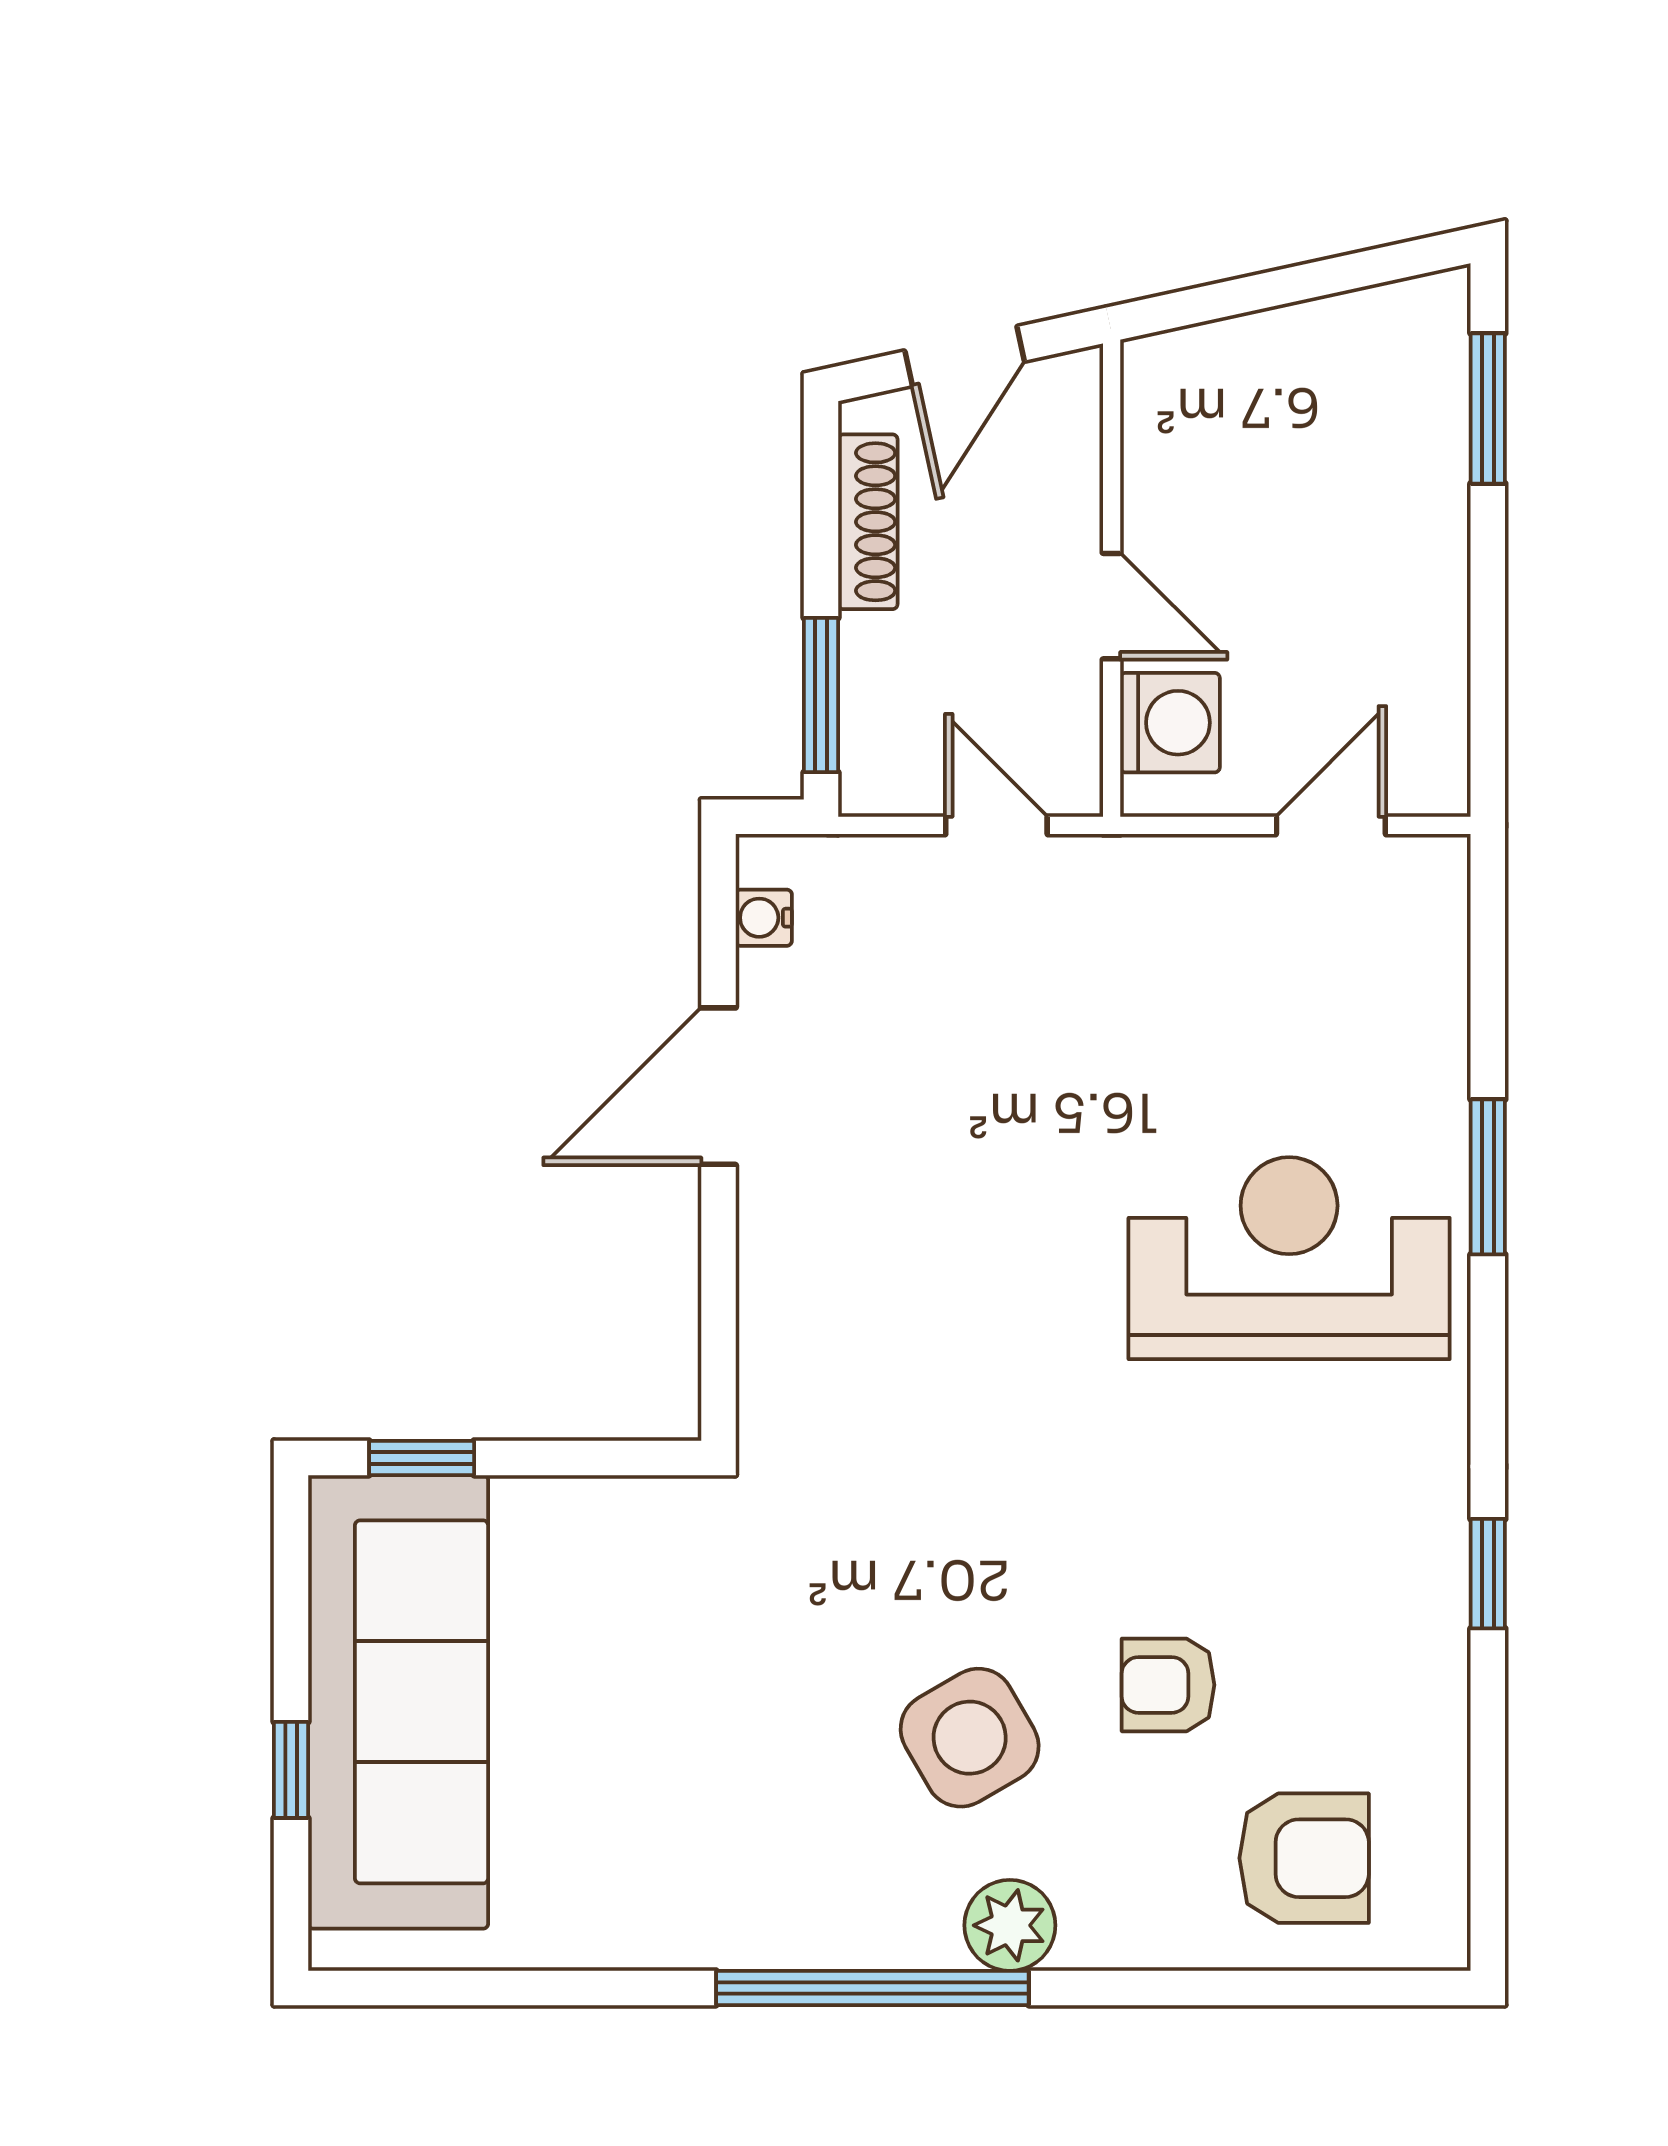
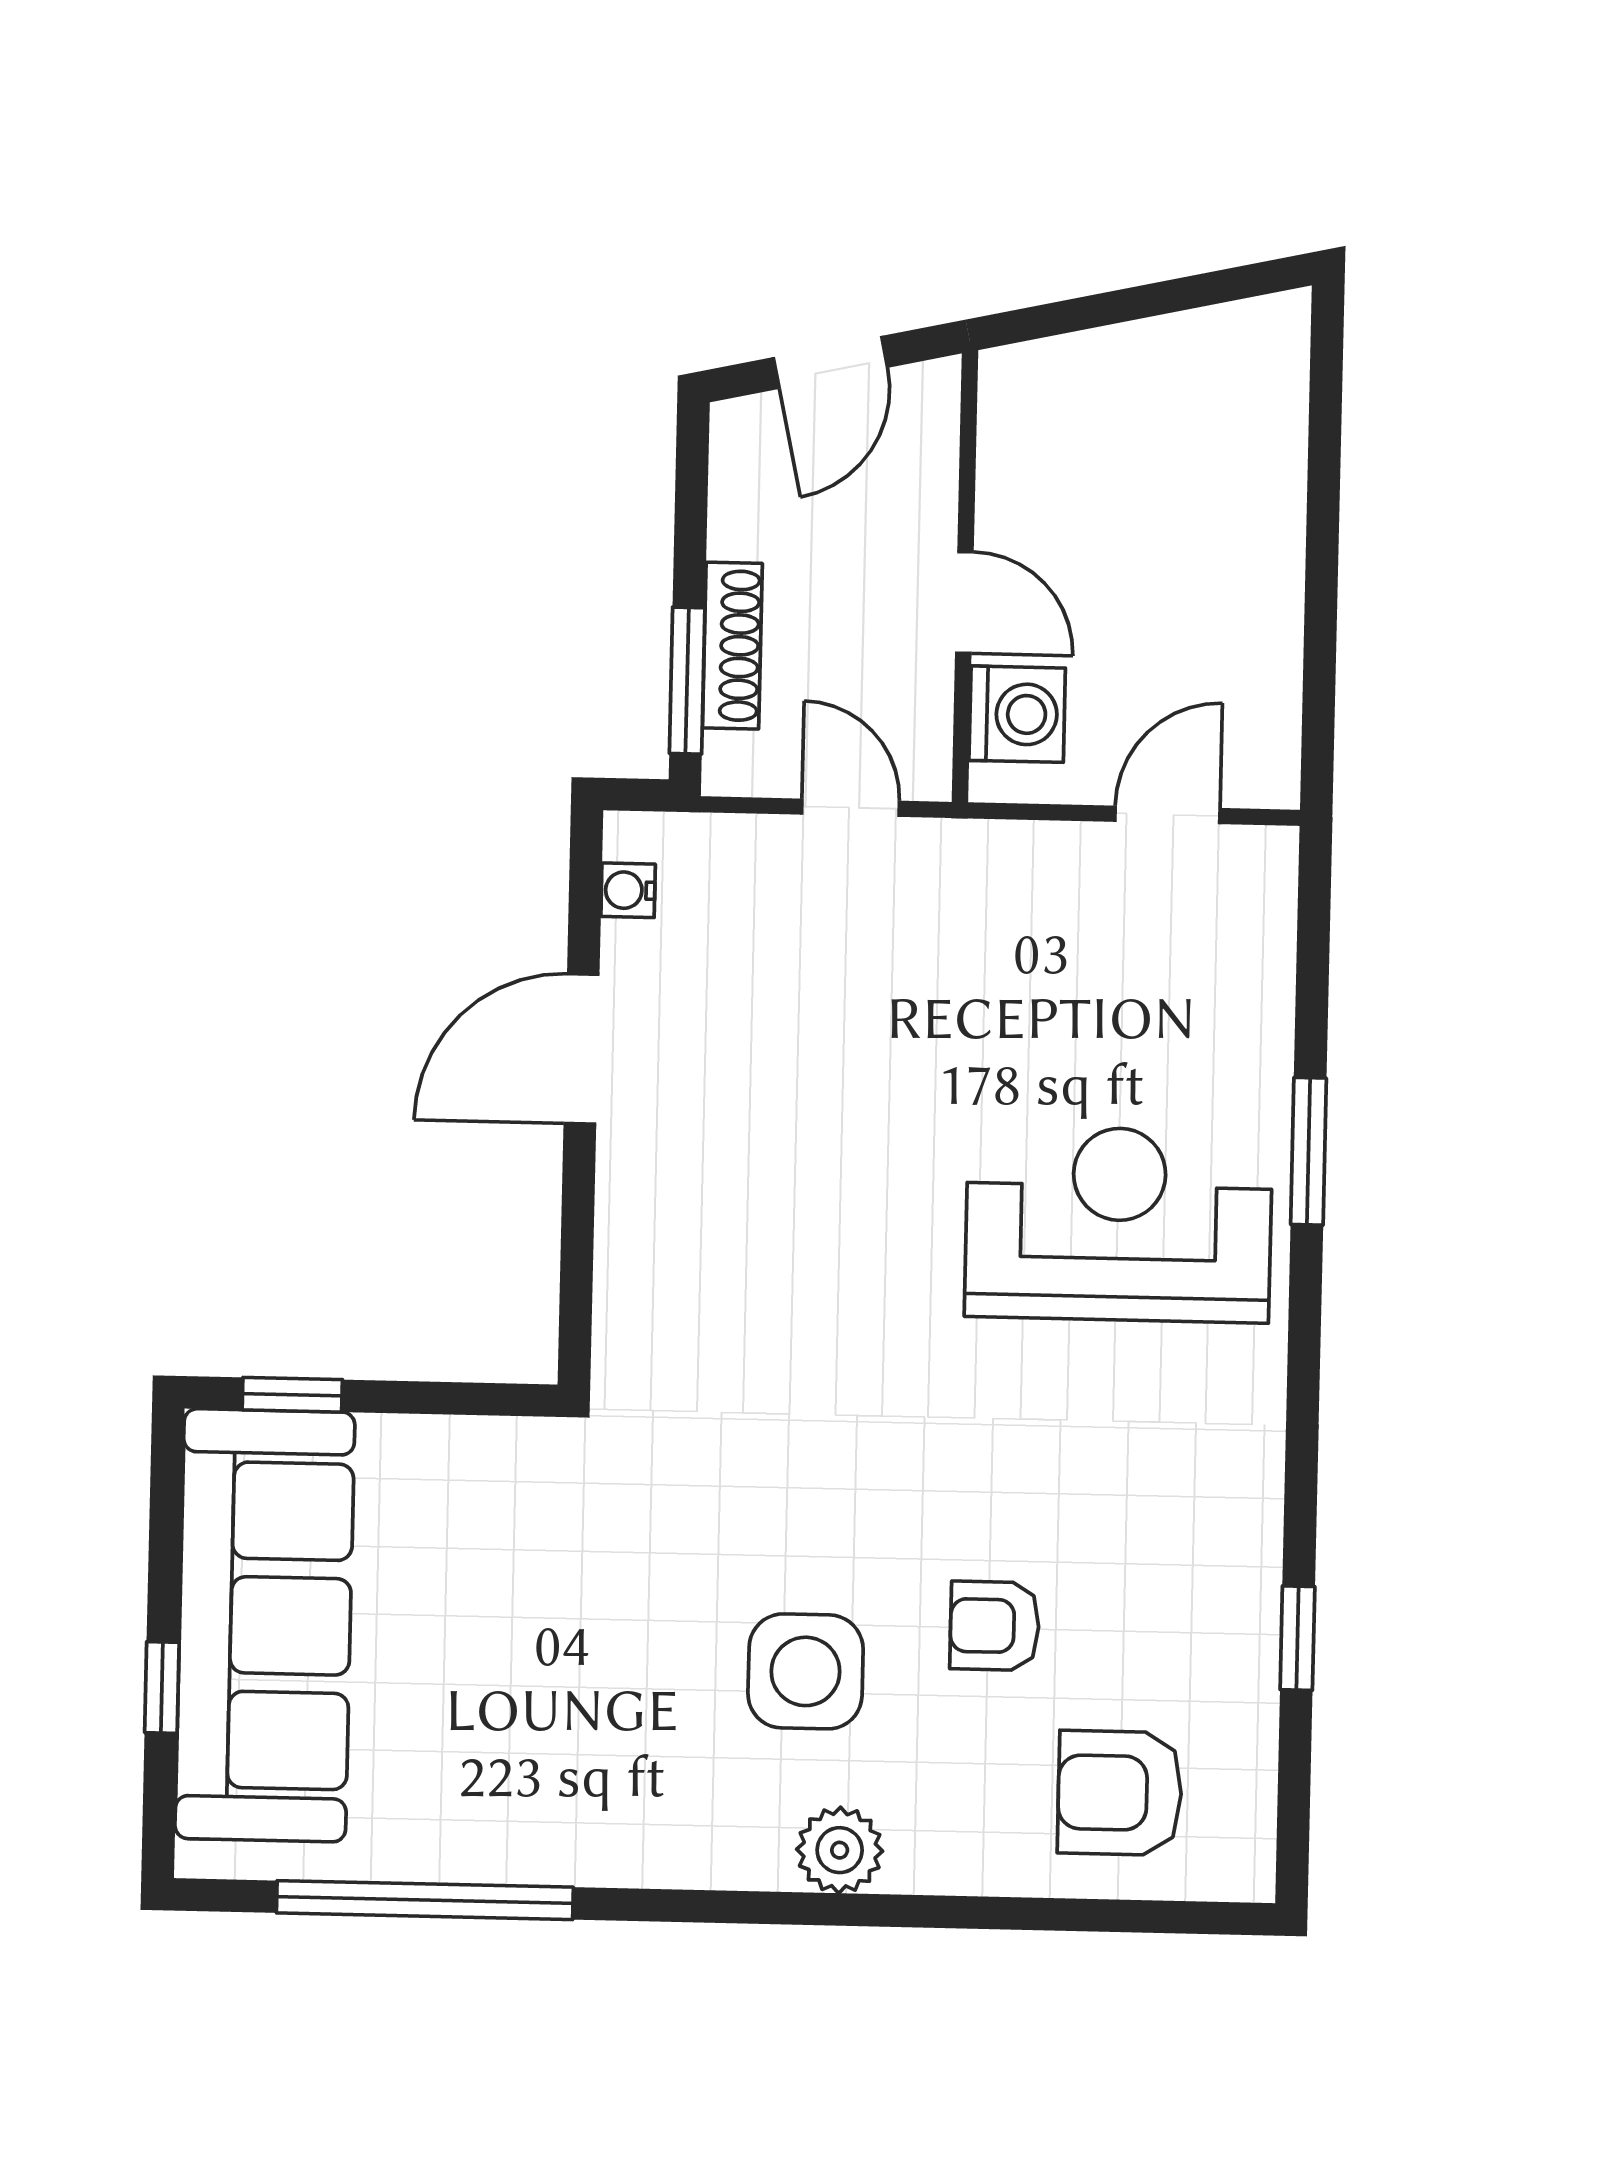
window: (1488, 408) -> (1325, 423), removed
shoe rack: (868, 522) -> (732, 646), moved
window: (1488, 1574) -> (1297, 1638), moved
side table: (970, 1738) -> (806, 1671), turned 30
armchair: (1304, 1858) -> (1120, 1793), turned 180
window: (872, 1988) -> (425, 1900), moved

